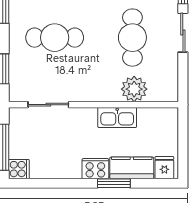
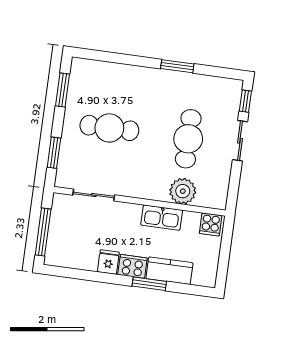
fridge: (164, 168) -> (108, 262), moved
cooker: (19, 169) -> (211, 224), moved, turned 90

